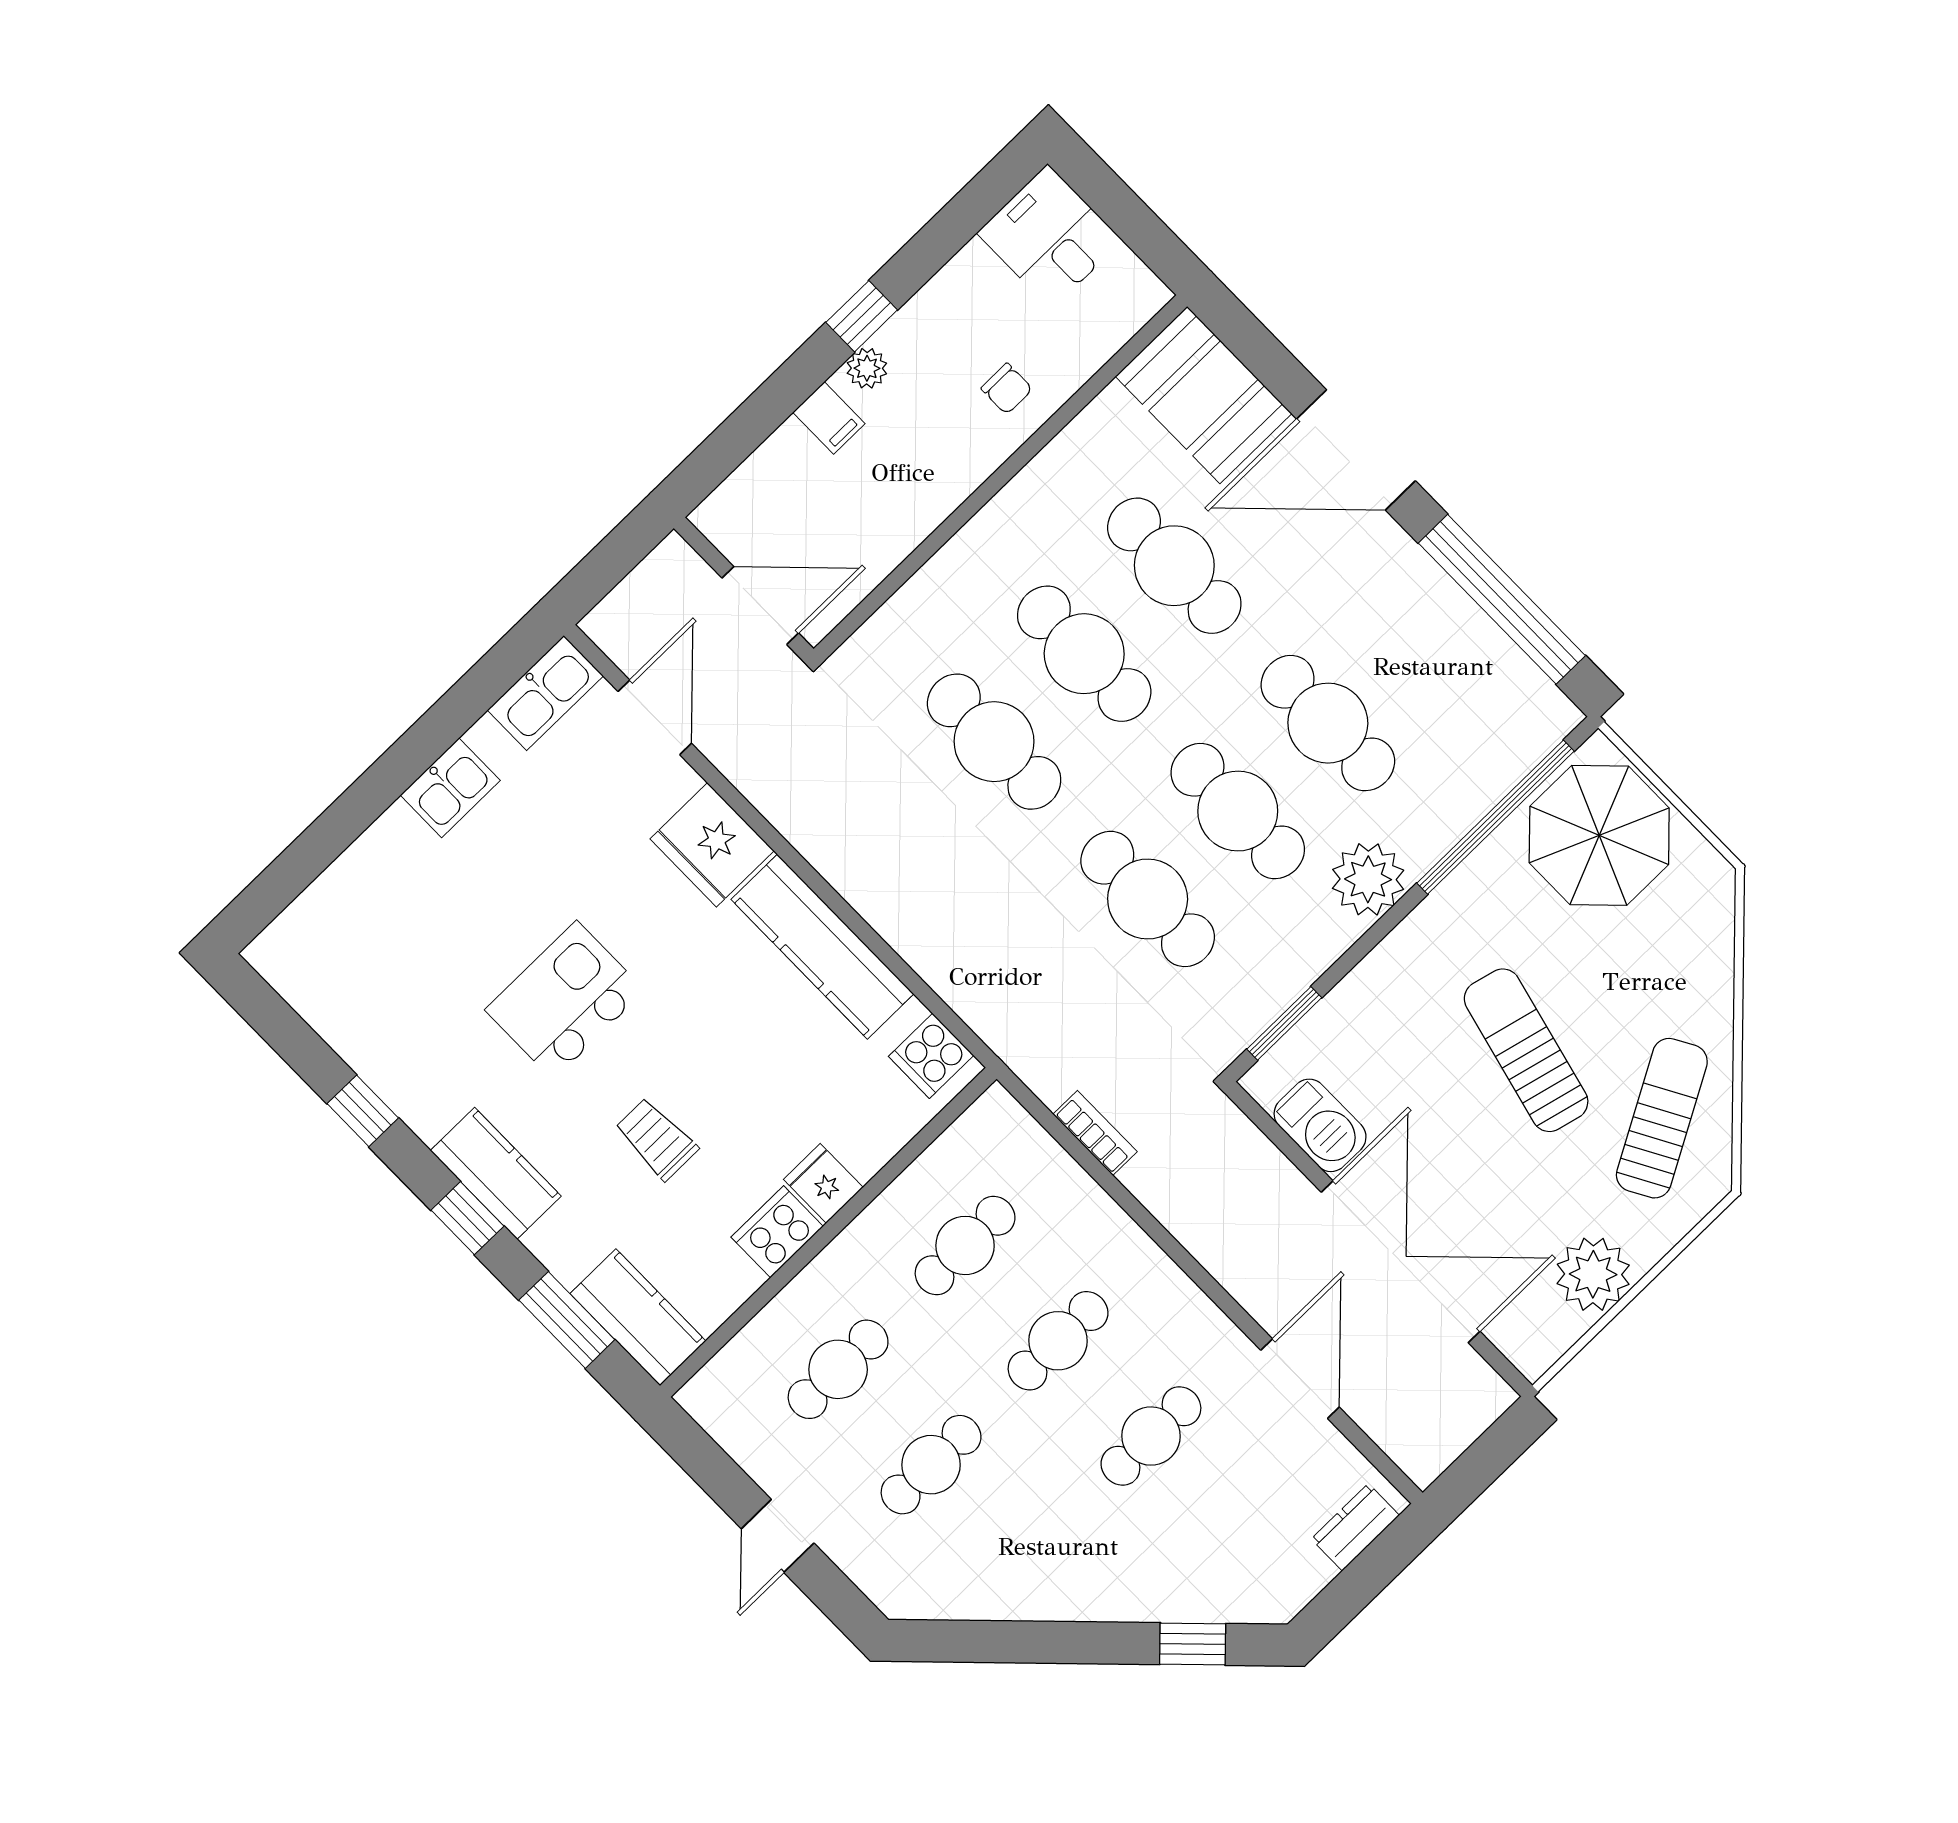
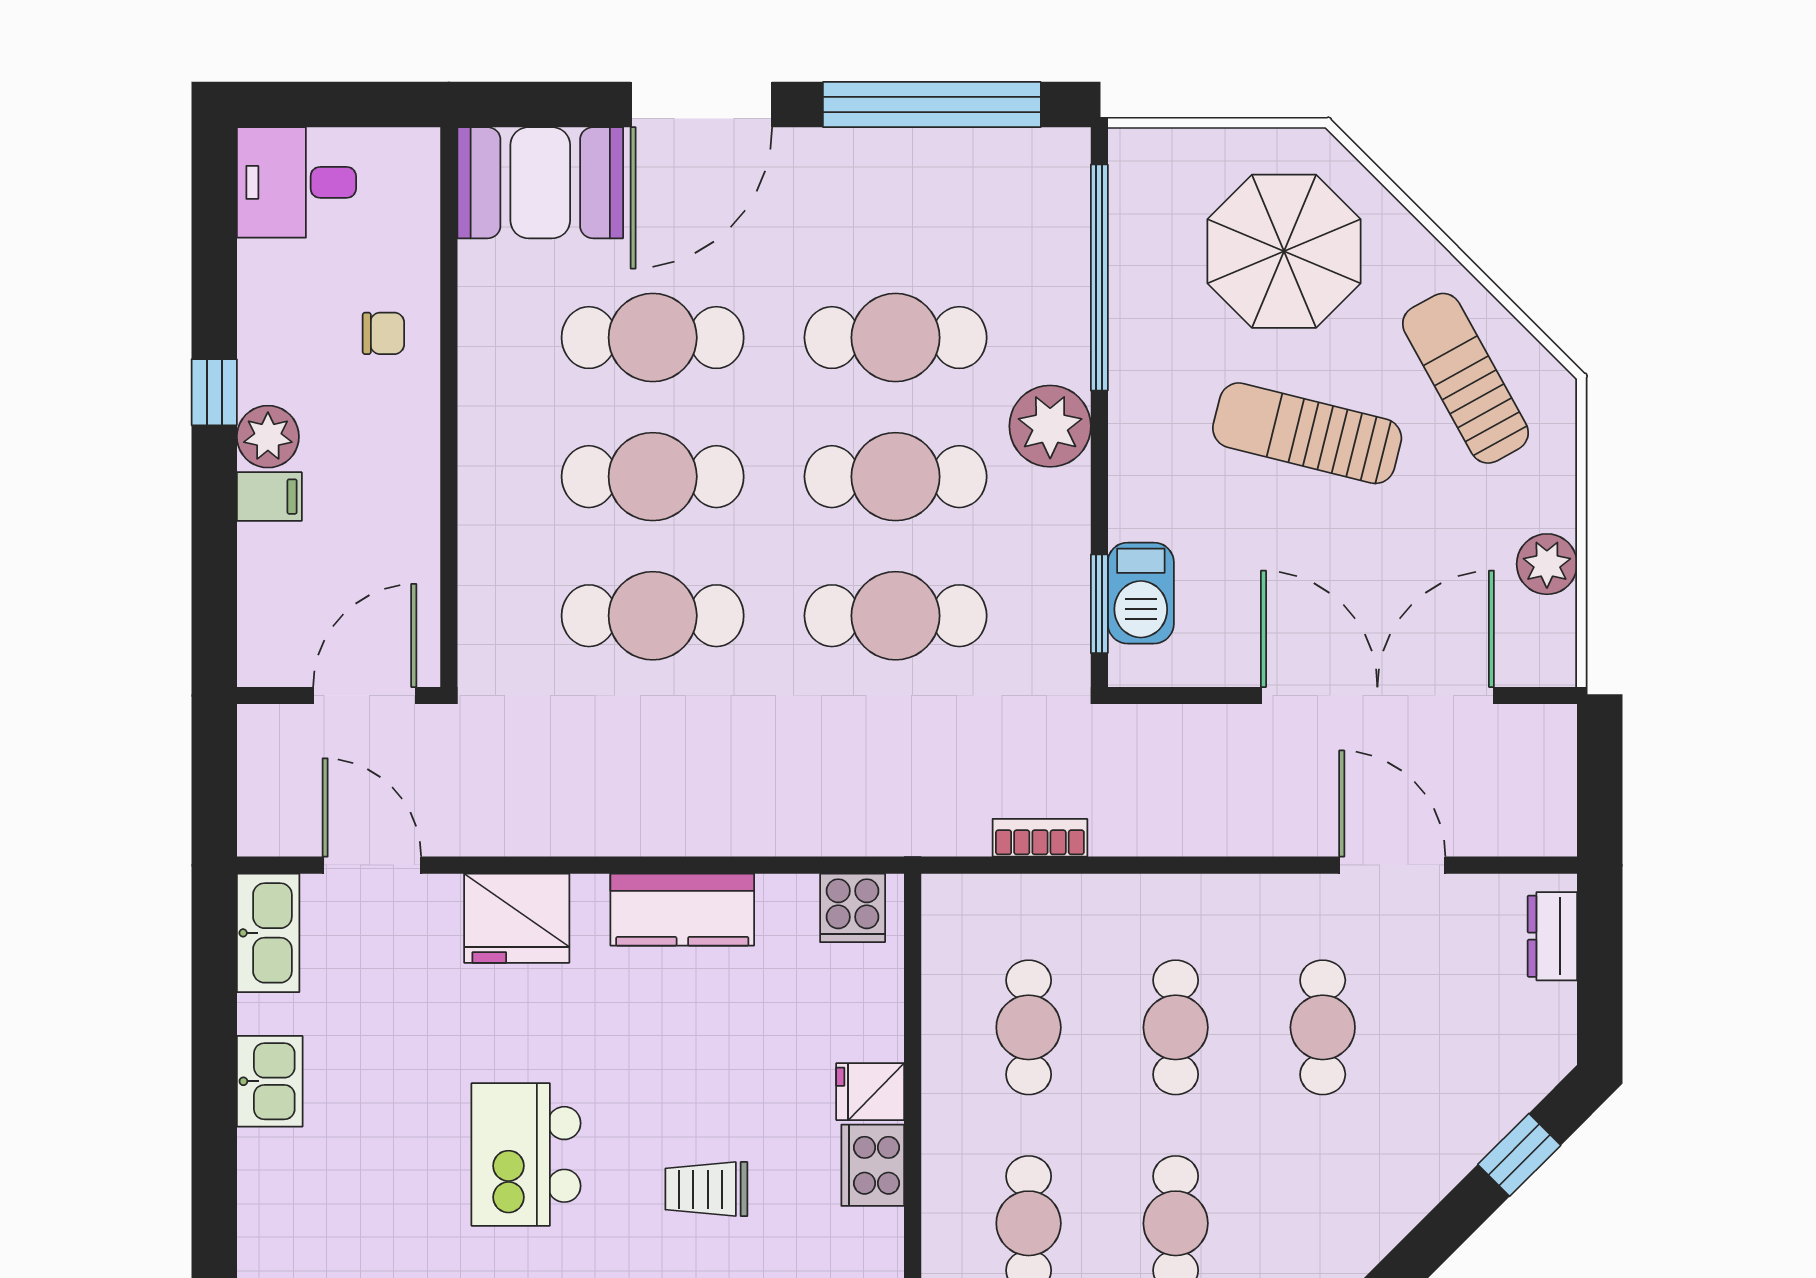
plant: (867, 368) -> (268, 437), width x1.38, depth x1.38
parasol: (1599, 835) -> (1284, 251), moved
kitchen counter: (822, 947) -> (682, 910), width x0.67
barbecue: (1320, 1125) -> (1141, 593), moved, turned 90
plant: (1593, 1274) -> (1547, 564), width x0.73, depth x0.73

